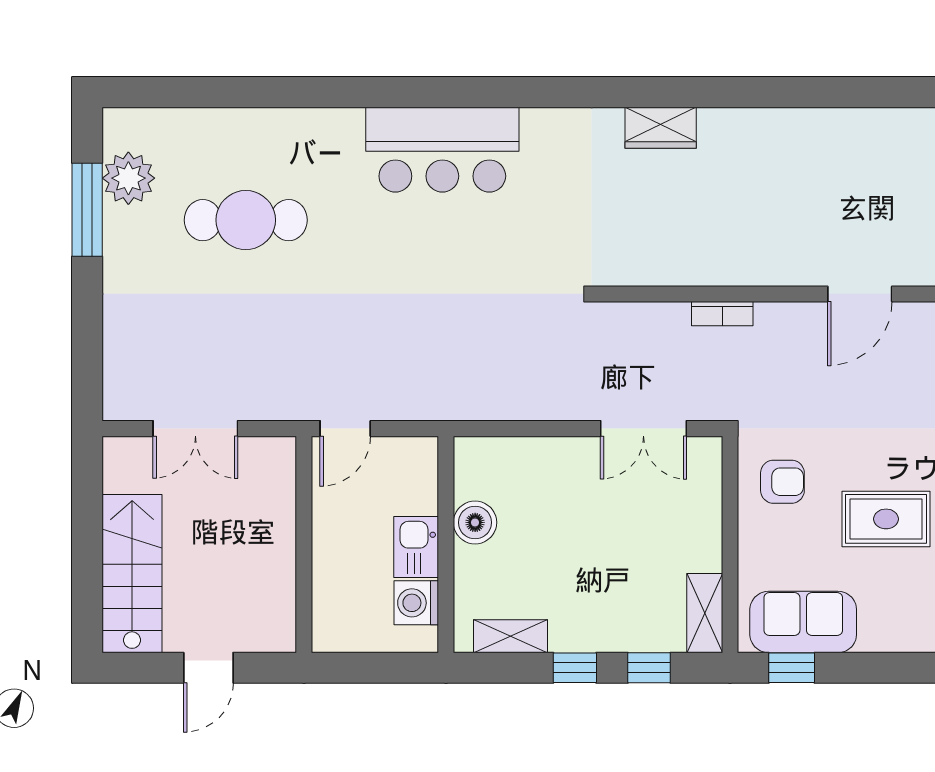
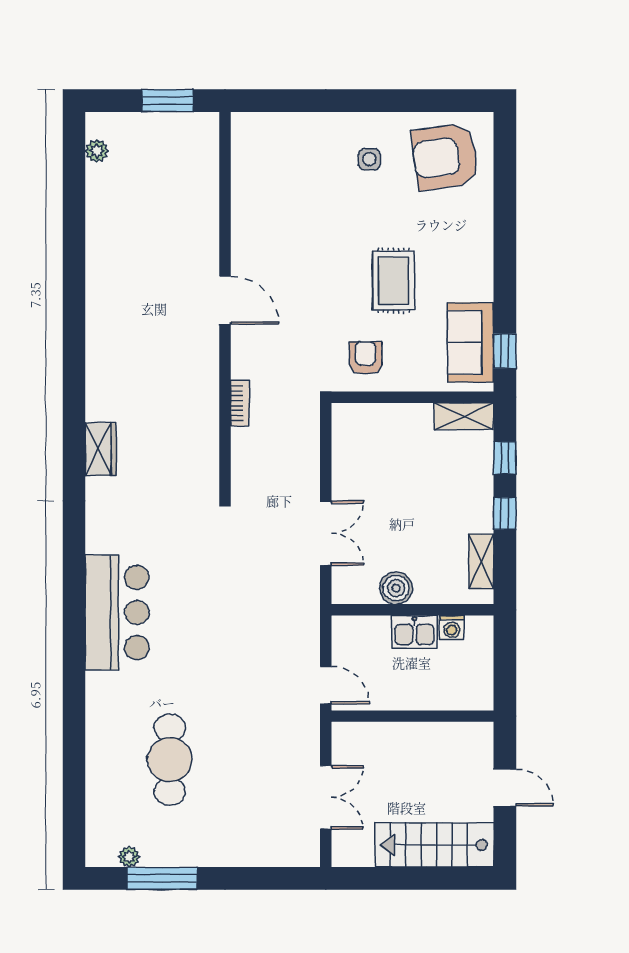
plant: (128, 178) -> (129, 857), width x0.53, depth x0.53
double door: (643, 429) -> (326, 533), moved
washing machine: (416, 603) -> (452, 627), width x0.73, depth x0.73

